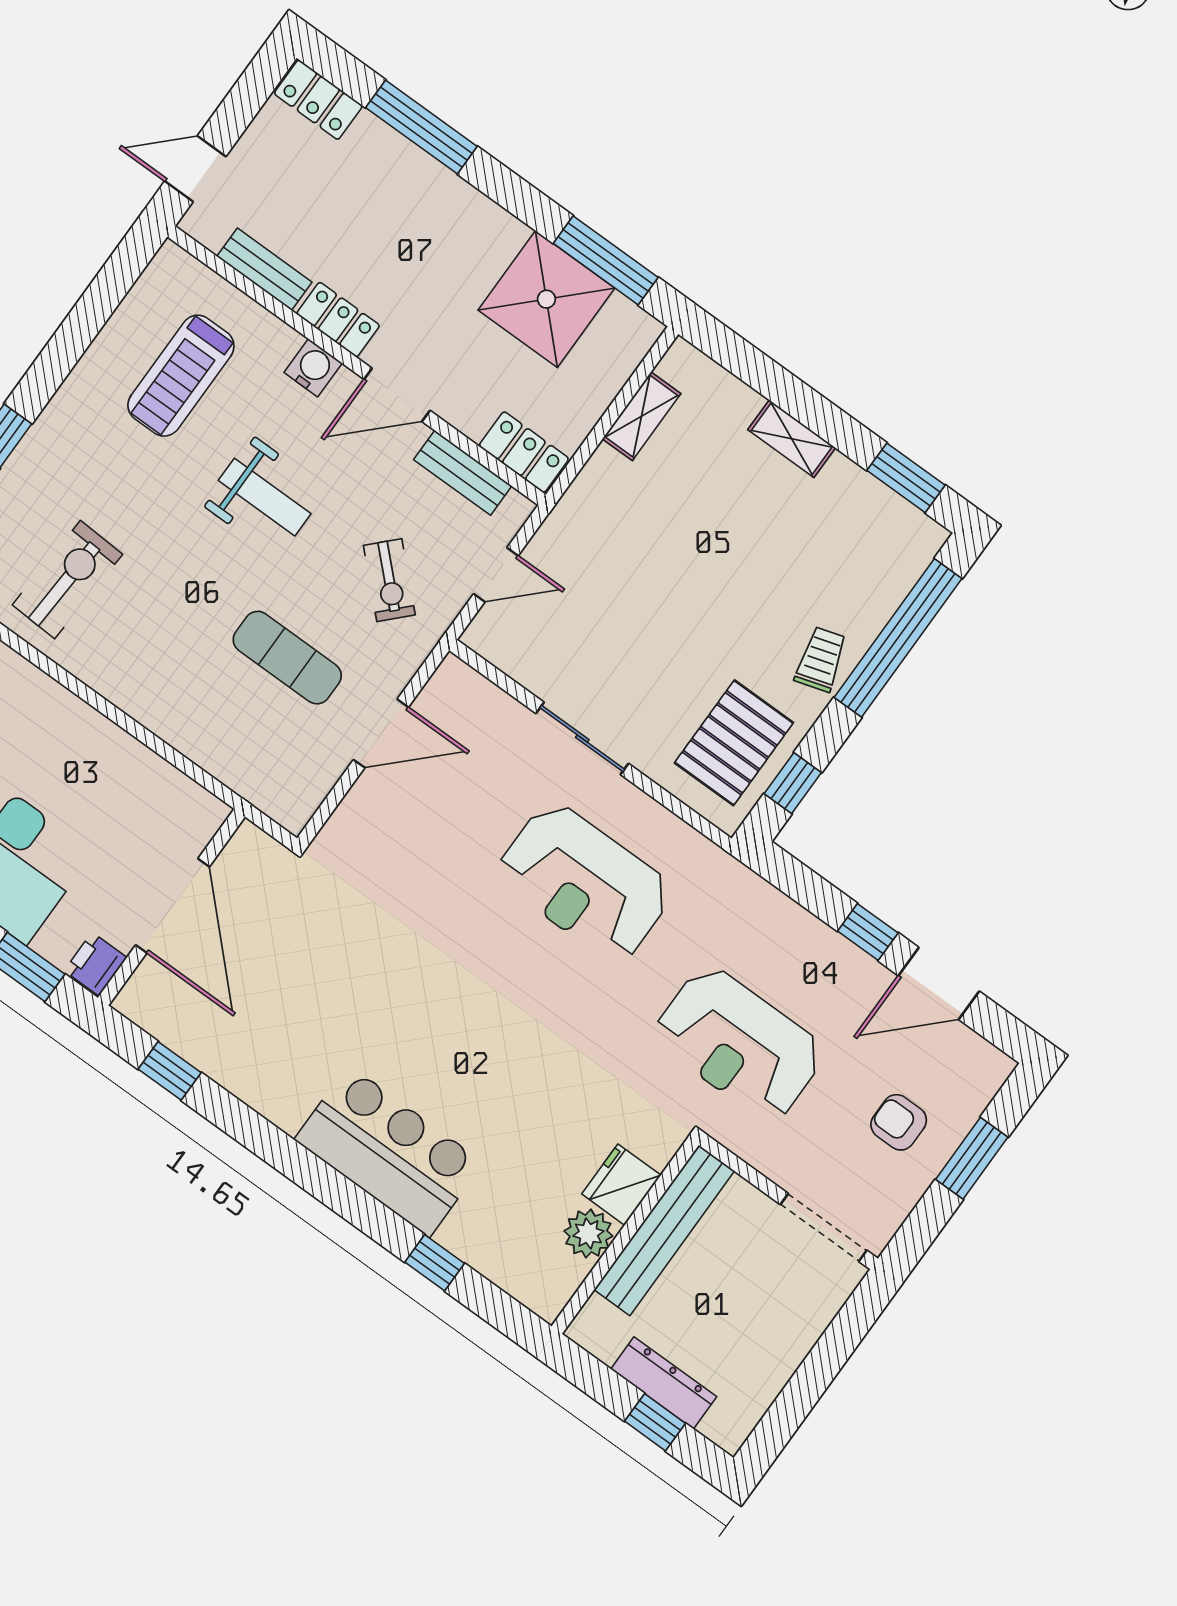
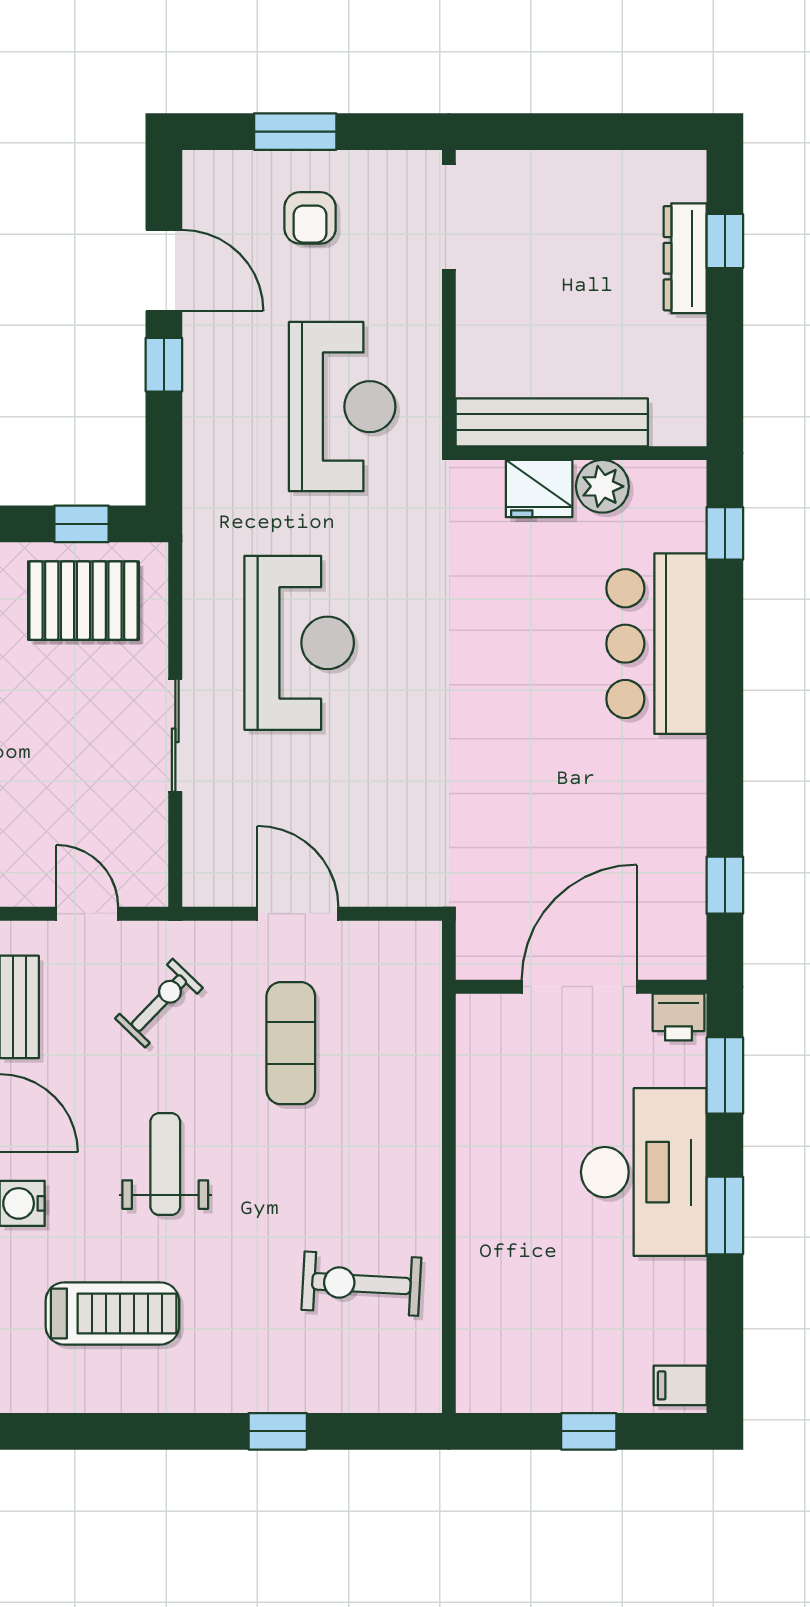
fridge: (621, 1185) -> (539, 489), moved
bench: (664, 1230) -> (552, 422), moved
plant: (588, 1234) -> (602, 486), moved
wall: (625, 1236) -> (581, 453), moved

